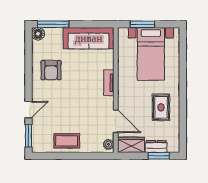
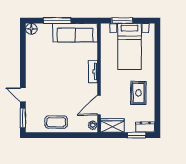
window: (53, 24) -> (57, 21), moved
armchair: (51, 70) -> (43, 60), removed
door: (29, 110) -> (23, 95), swing flipped
door: (116, 121) -> (99, 105), swing flipped
dresser: (156, 147) -> (145, 127), moved

